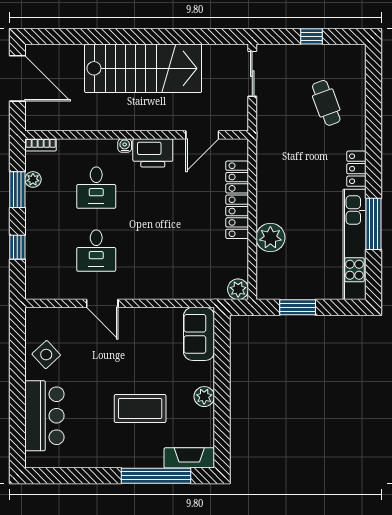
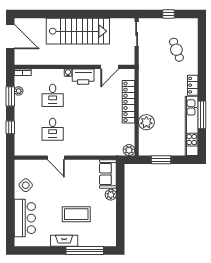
plant: (204, 397) -> (111, 195), moved
fireplace: (189, 458) -> (64, 241), moved

